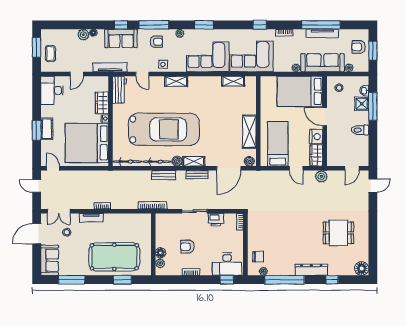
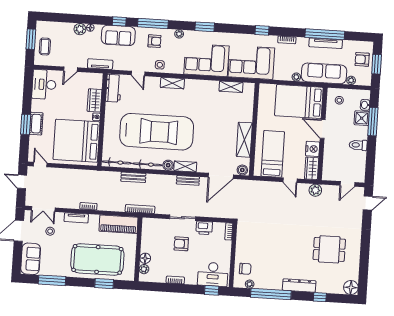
tv unit: (110, 67) -> (100, 64), width x0.71
bench: (164, 175) -> (133, 177), moved
piano: (133, 221) -> (118, 224), added
armchair: (187, 247) -> (181, 244), moved

